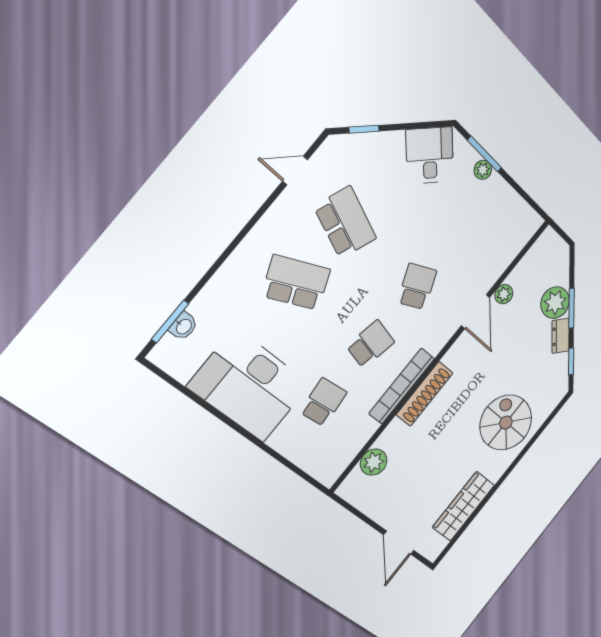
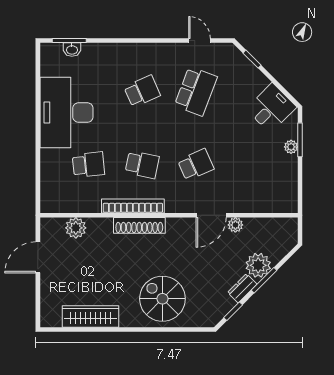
school desk: (296, 283) -> (142, 91), width x0.54
spiral stairs: (506, 423) -> (162, 299), turned -90
door: (399, 543) -> (38, 257), moved

